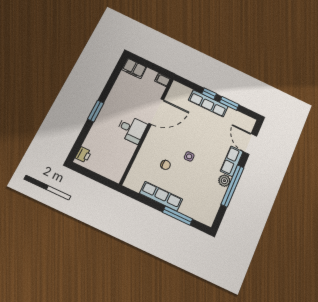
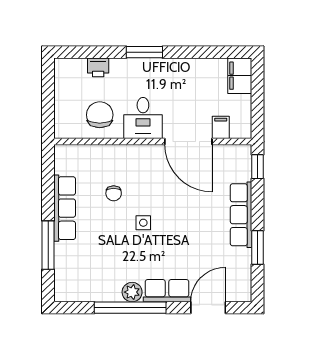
filing cabinet: (163, 80) -> (221, 127), moved
window: (209, 94) -> (257, 167), moved
chair: (118, 152) -> (100, 115), added
printer: (83, 155) -> (98, 67), moved

